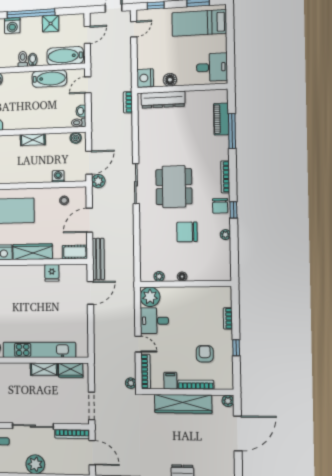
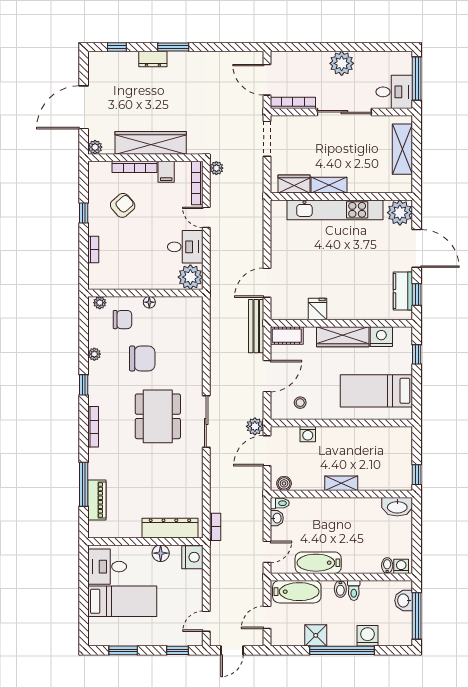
bed: (199, 23) -> (122, 601), moved
chair: (220, 206) -> (122, 320), moved, turned 90
plant: (159, 276) -> (100, 303), moved
armchair: (205, 354) -> (123, 205), turned -131

